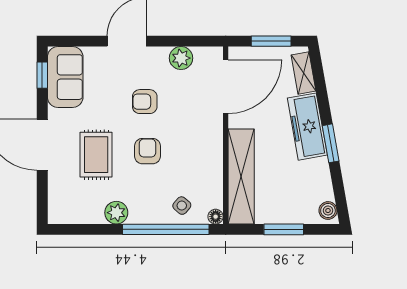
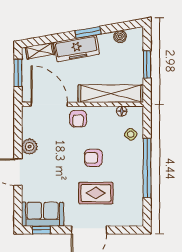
plant: (181, 58) -> (30, 147), moved
armchair: (145, 102) -> (78, 119), moved
boiler: (328, 211) -> (120, 37), moved
plant: (116, 213) -> (136, 179), removed
floor lamp: (216, 217) -> (122, 111), moved
window: (166, 229) -> (147, 168), moved

